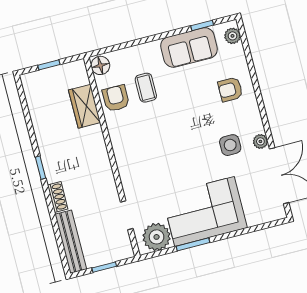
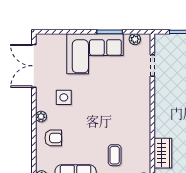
armchair: (116, 98) -> (139, 153), removed
plant: (260, 141) -> (41, 117), moved
plant: (157, 237) -> (135, 39), width x0.53, depth x0.53

